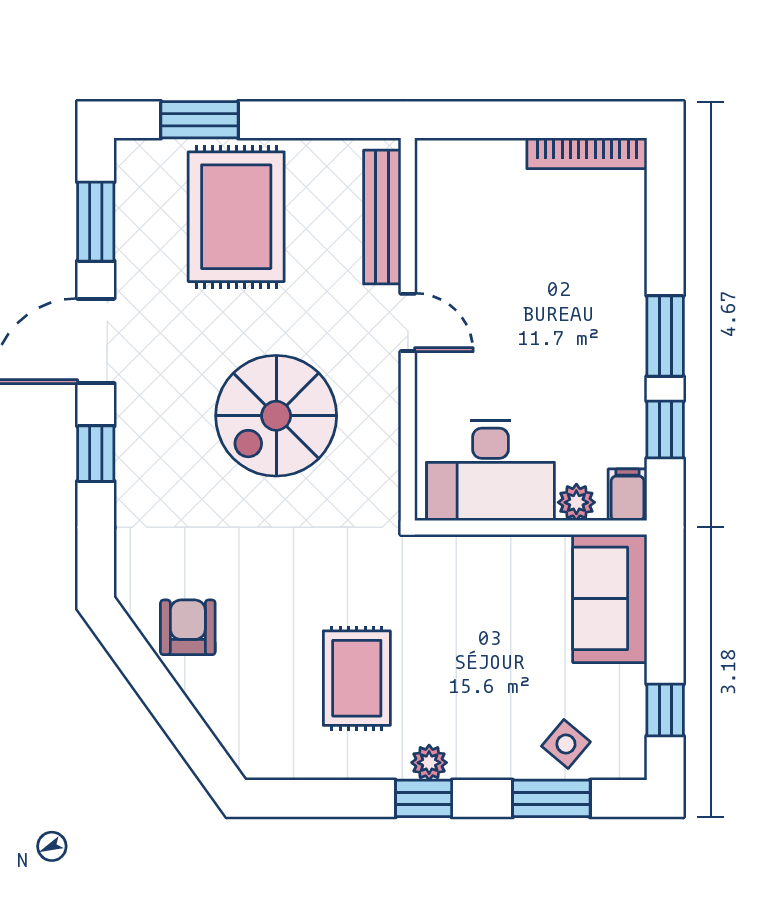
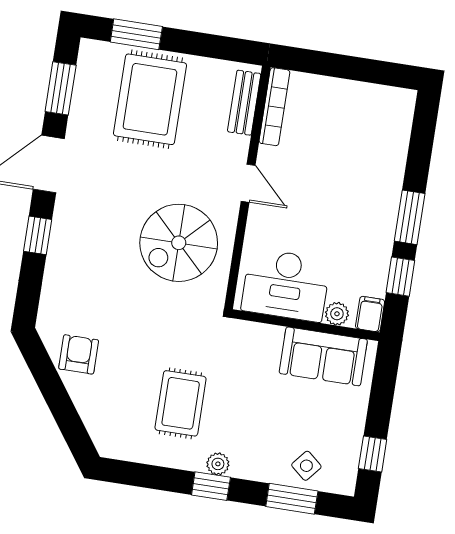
bookcase: (587, 153) -> (274, 107), moved, turned -90
bench: (382, 217) -> (244, 103), width x0.73
spiral stairs: (276, 416) -> (179, 243), moved
sofa: (610, 598) -> (323, 356), moved, turned -90

